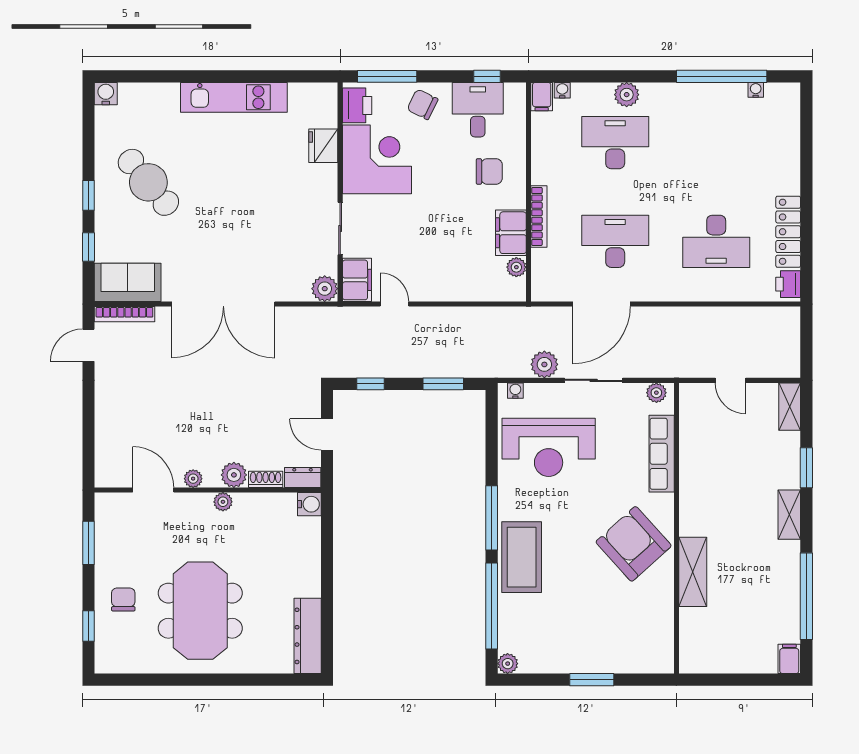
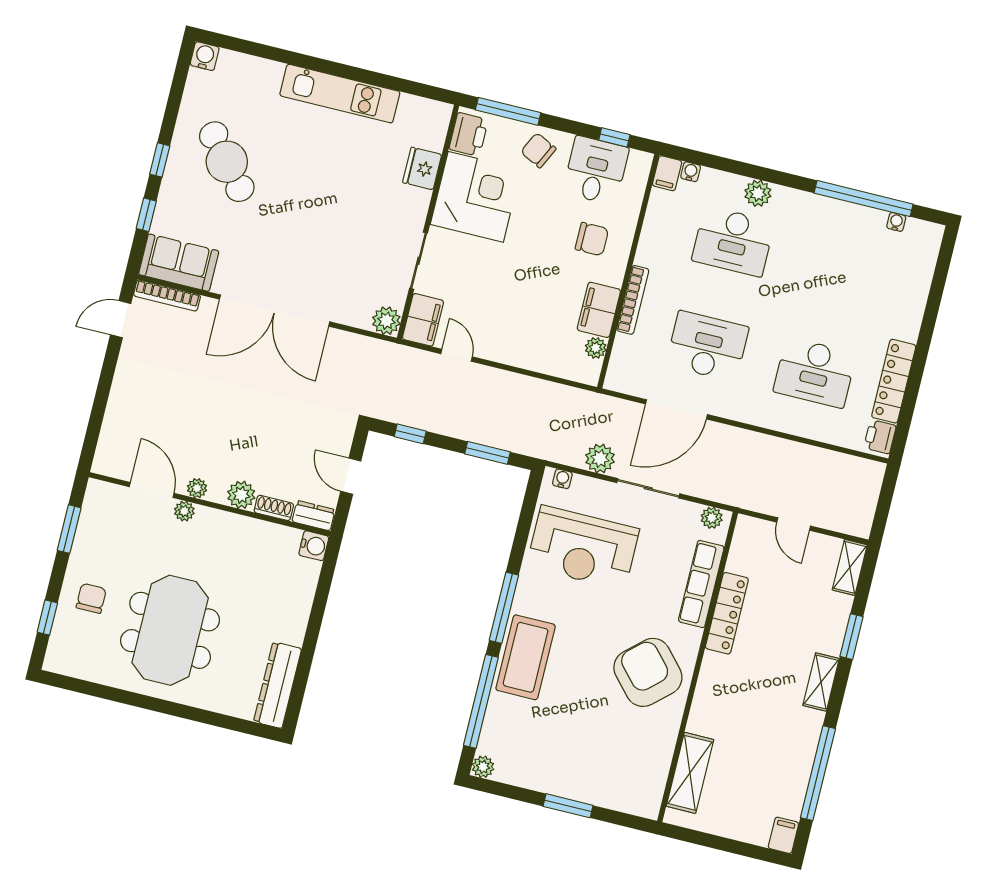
desk: (615, 143) -> (733, 241), turned 180
locker: (691, 474) -> (727, 613), added
plant: (223, 502) -> (184, 511), moved
shelving: (693, 572) -> (690, 773), moved

